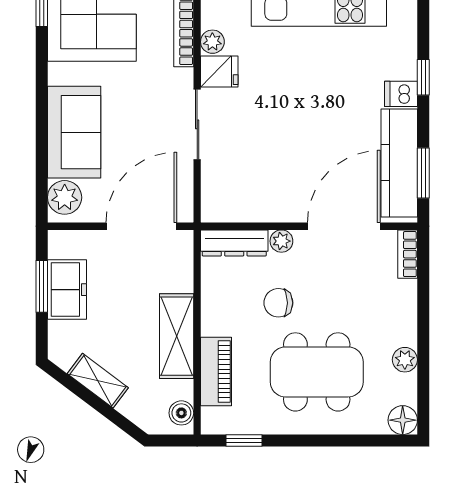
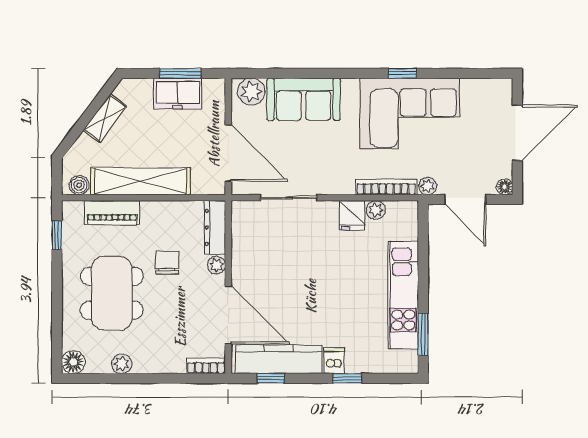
sliding door: (197, 124) -> (289, 198), moved
window: (423, 173) -> (271, 378), width x0.67
shelving: (177, 336) -> (140, 181), width x1.47

